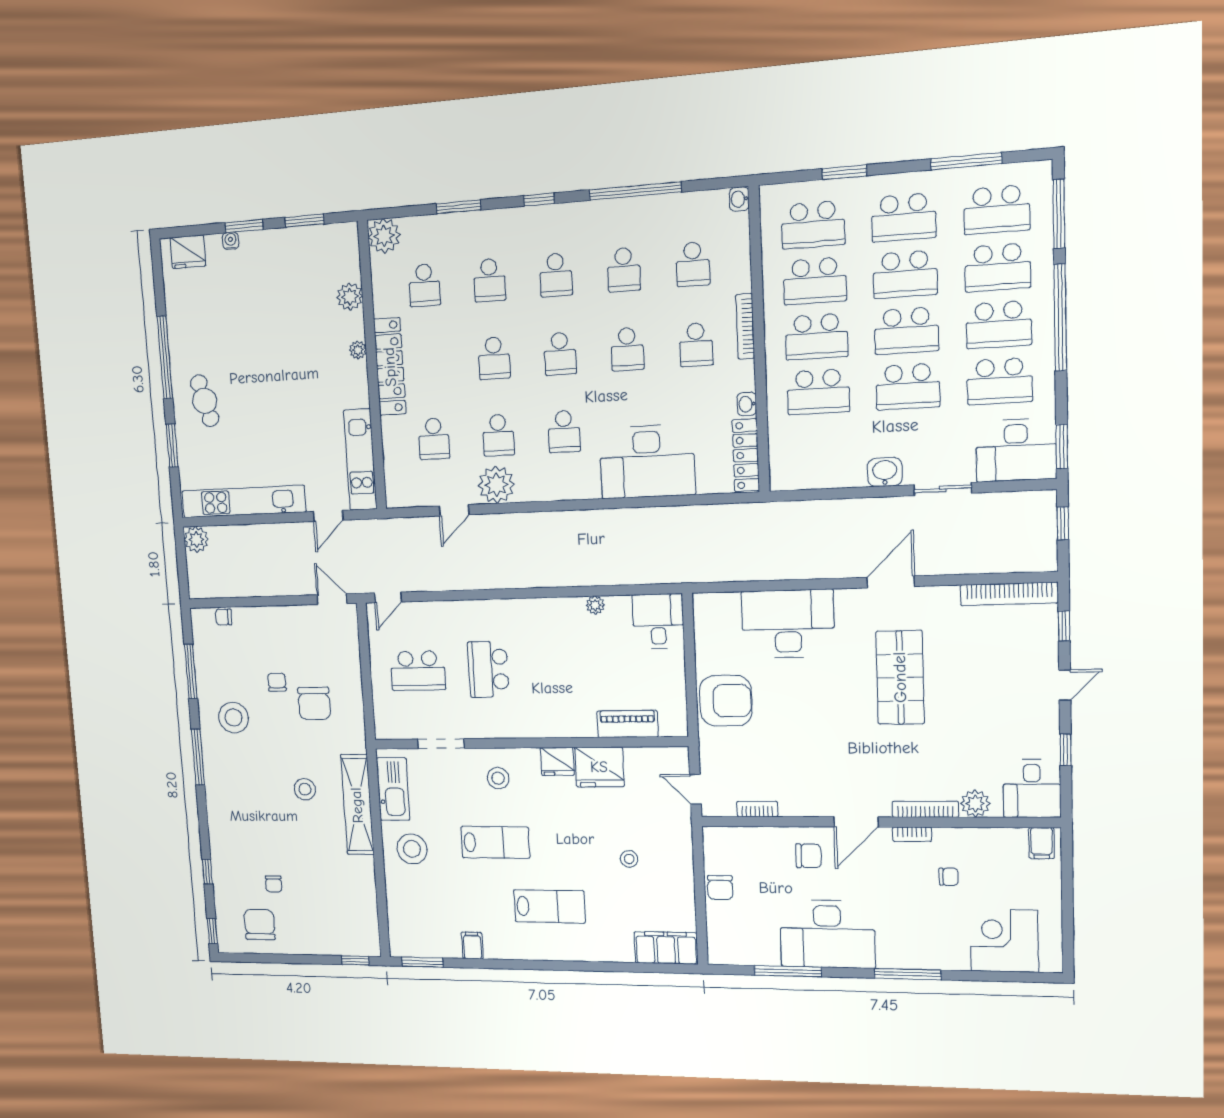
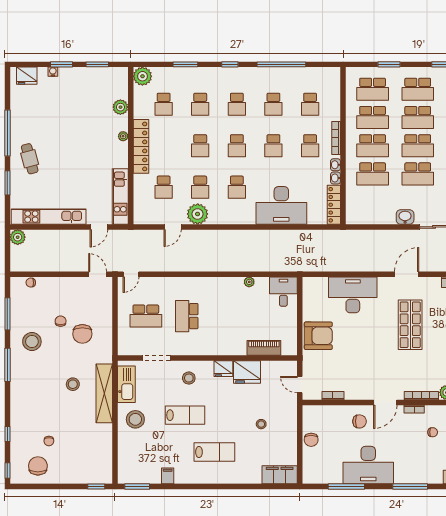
washbasin: (739, 199) -> (335, 165), moved

